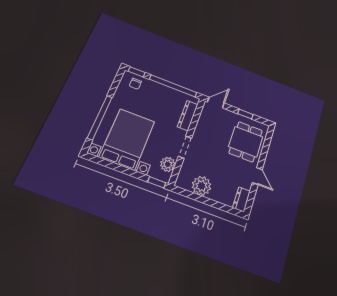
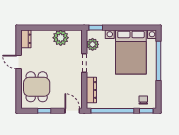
door: (216, 103) -> (72, 111), swing flipped

